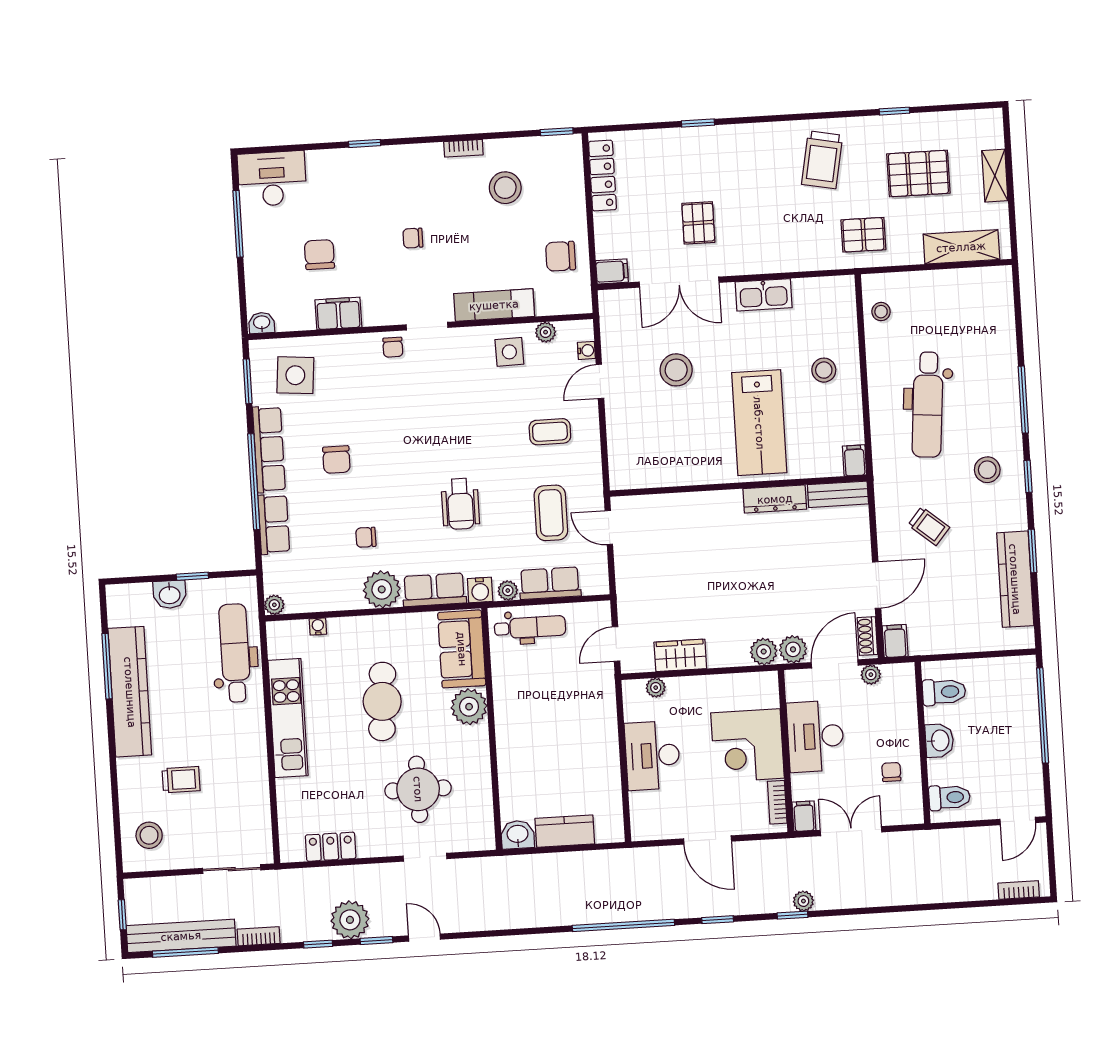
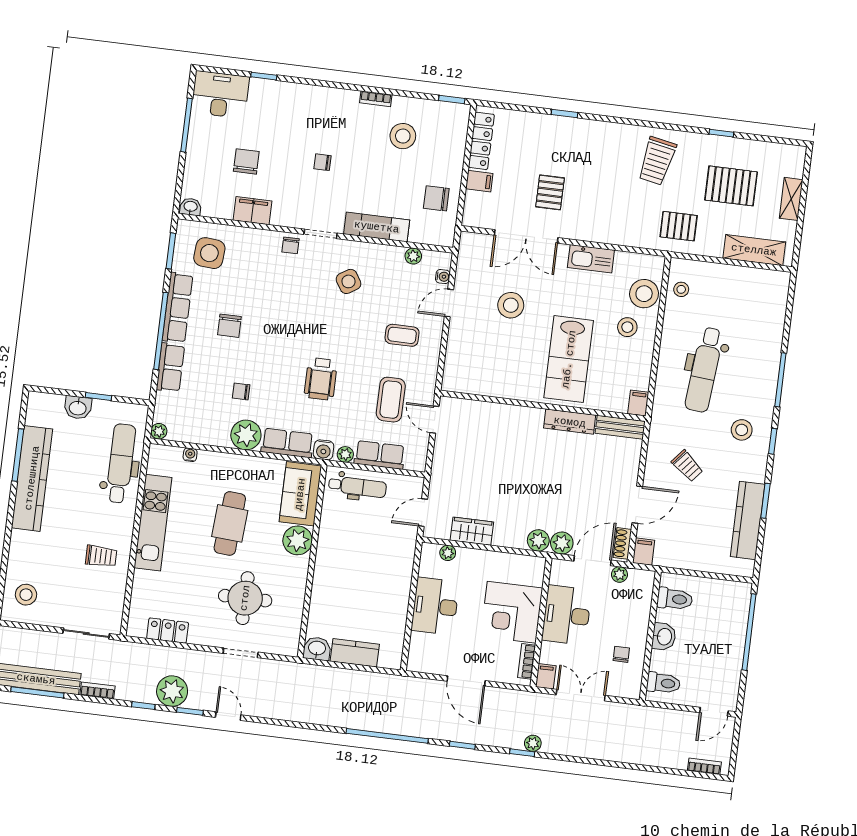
window: (365, 143) -> (264, 76), moved
filing cabinet: (612, 271) -> (479, 181), moved
stool: (837, 325) -> (644, 294), added
side table: (509, 352) -> (348, 281), moved, turned -31
trolley: (181, 780) -> (101, 556), moved

